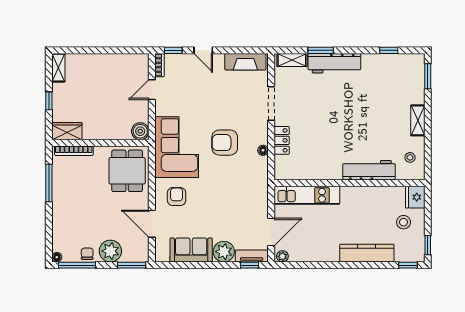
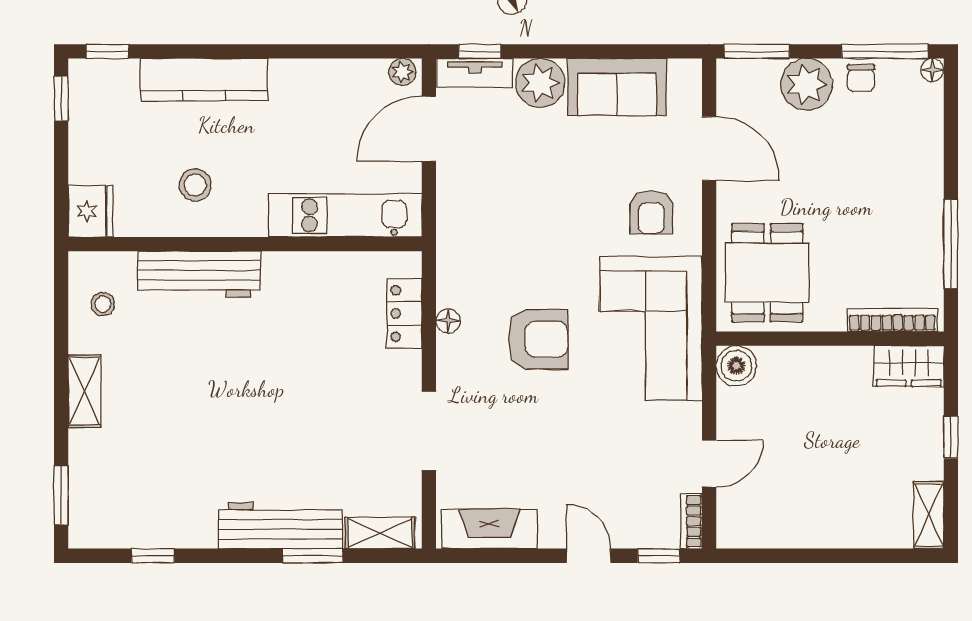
locker: (282, 140) -> (404, 313), moved
stool: (404, 222) -> (195, 185), moved

